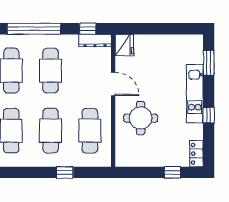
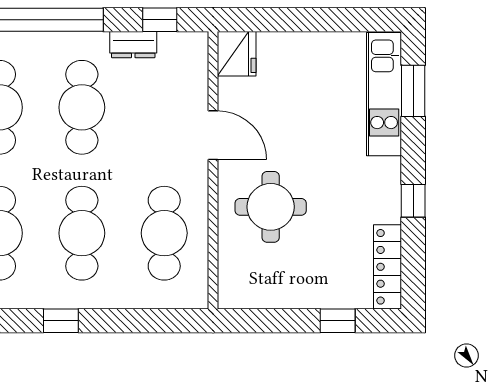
dresser: (95, 41) -> (133, 45), moved, width x0.70
kitchen unit: (195, 94) -> (384, 94), moved
locker: (196, 154) -> (388, 267), width x1.53
window: (65, 172) -> (61, 321), moved

